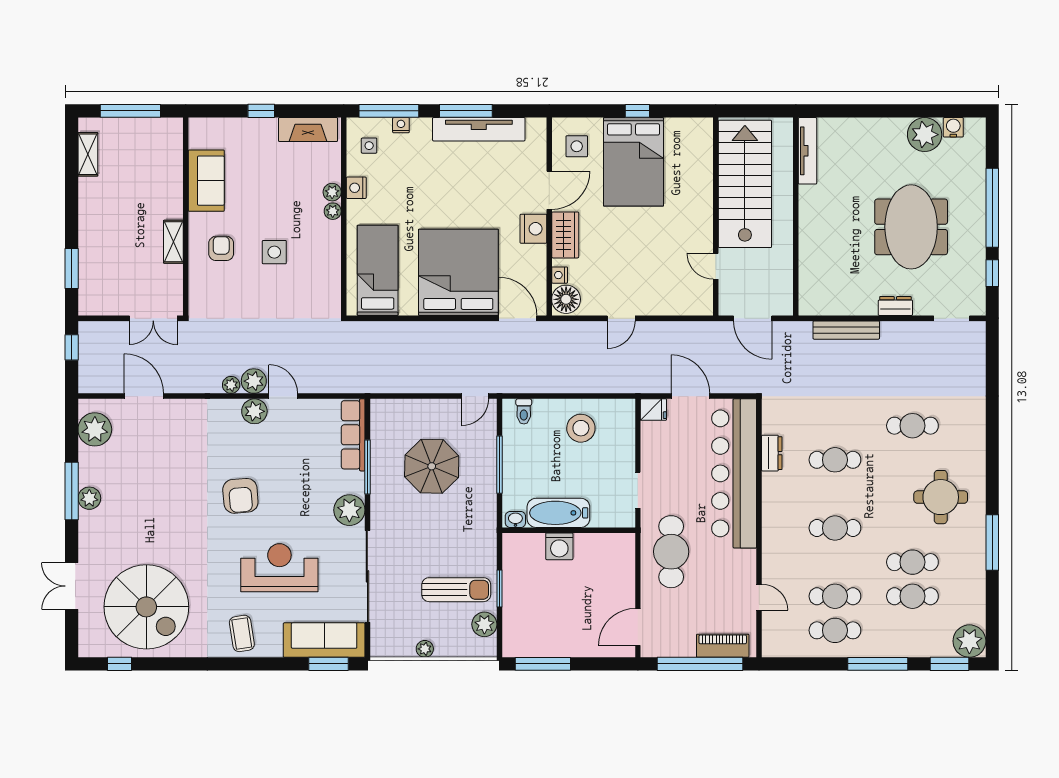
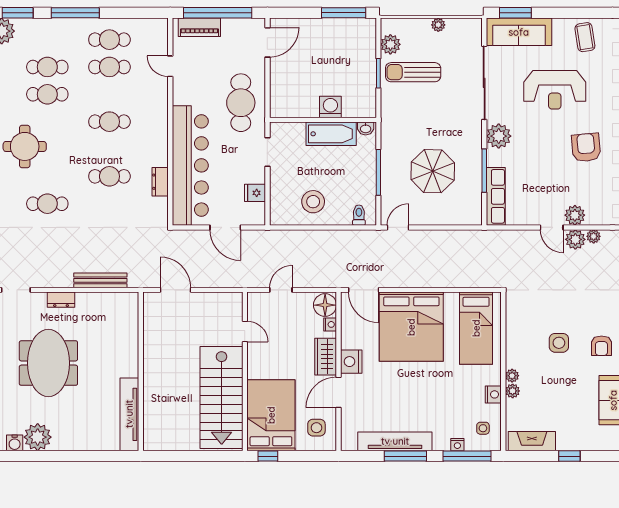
tv unit: (807, 151) -> (129, 414), width x1.36, depth x1.29
stairs: (745, 184) -> (222, 397), moved
wall: (716, 216) -> (245, 371), moved
door: (716, 266) -> (245, 331), moved
fridge: (653, 410) -> (255, 193), moved

